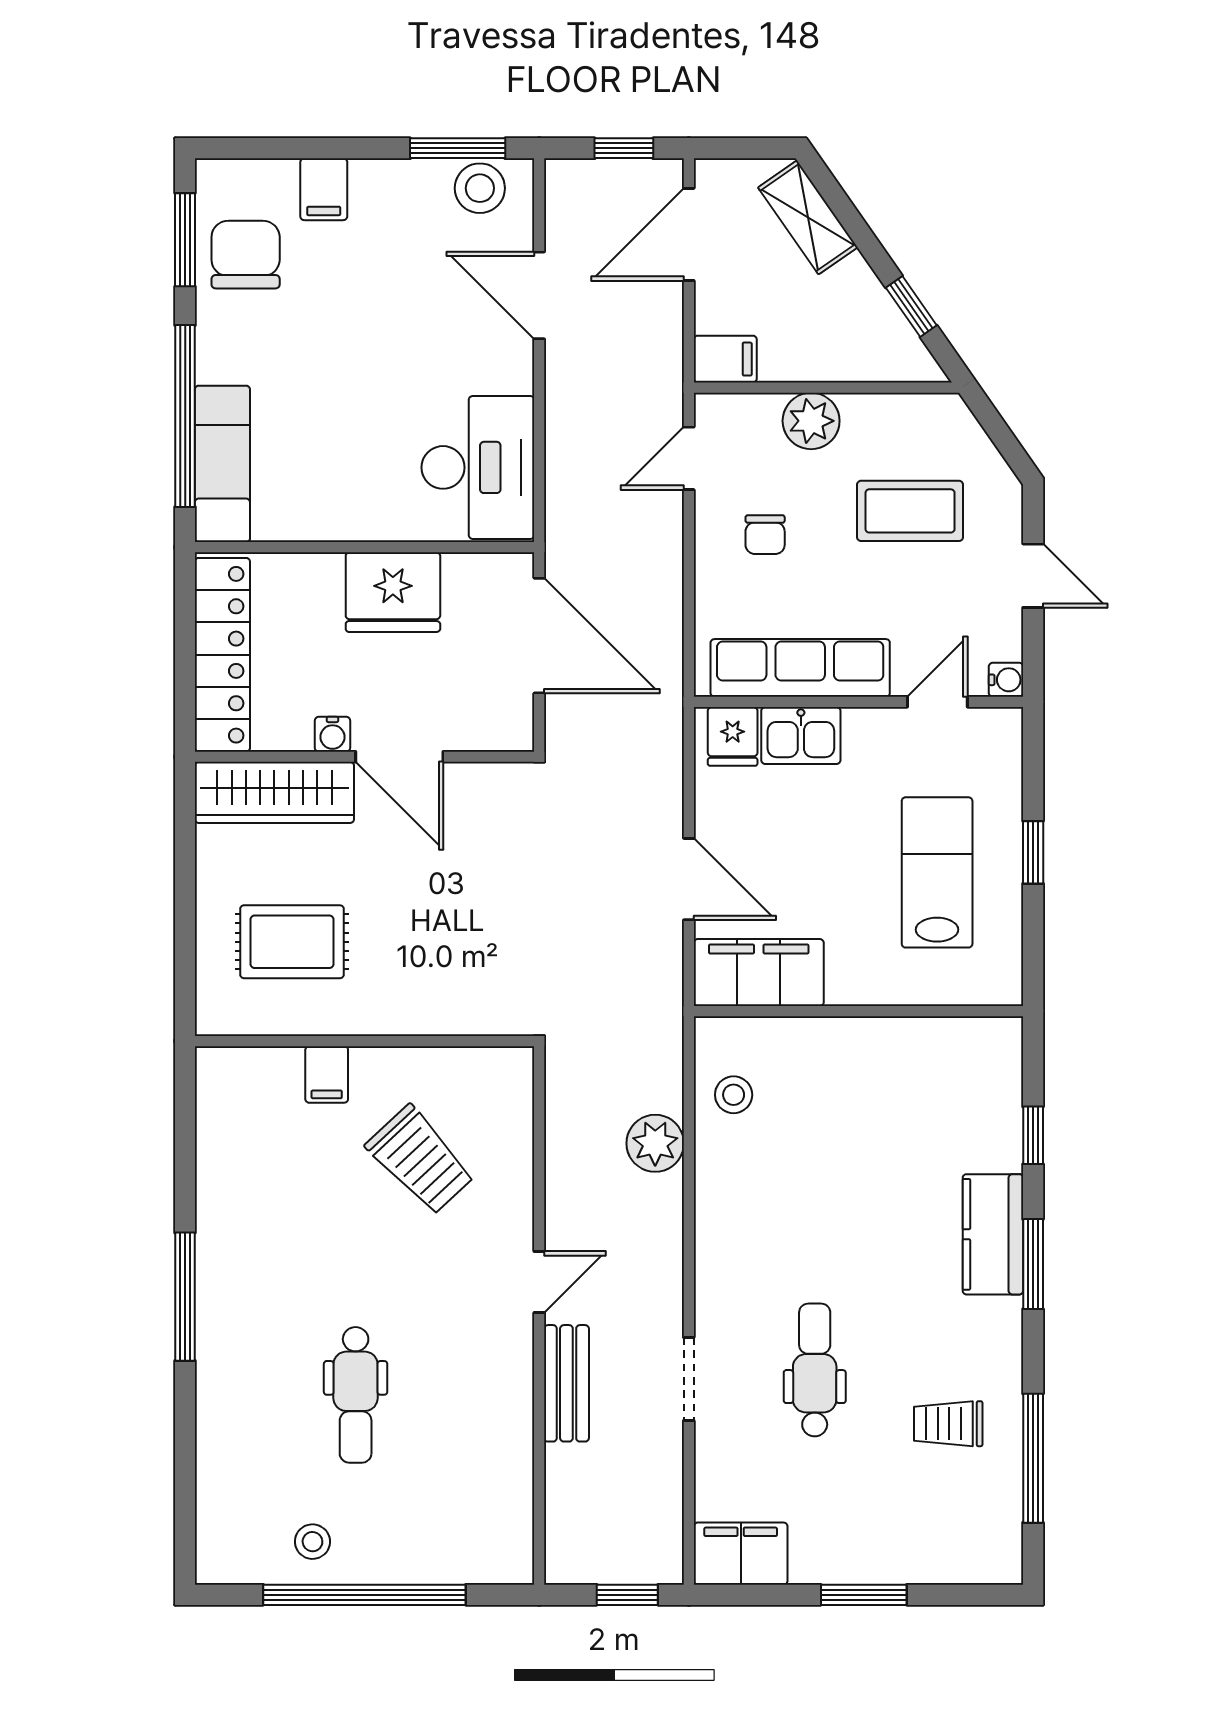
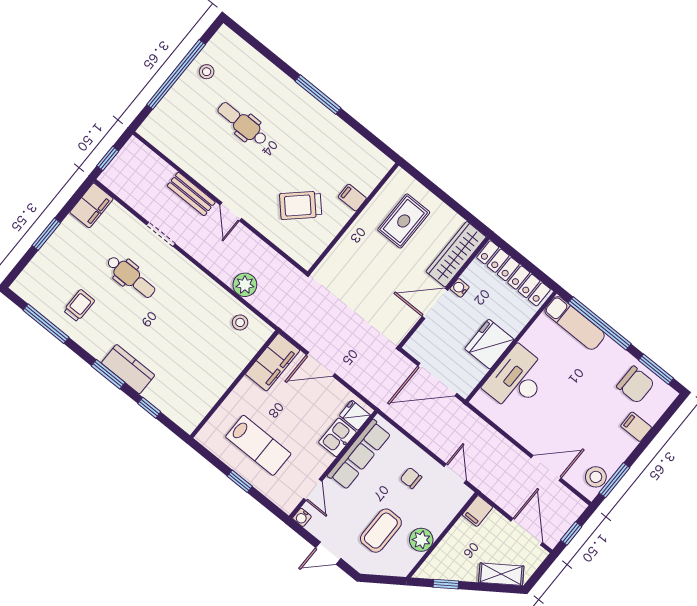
plant: (811, 421) -> (421, 540), moved
desk: (478, 467) -> (517, 379), moved, turned 90

